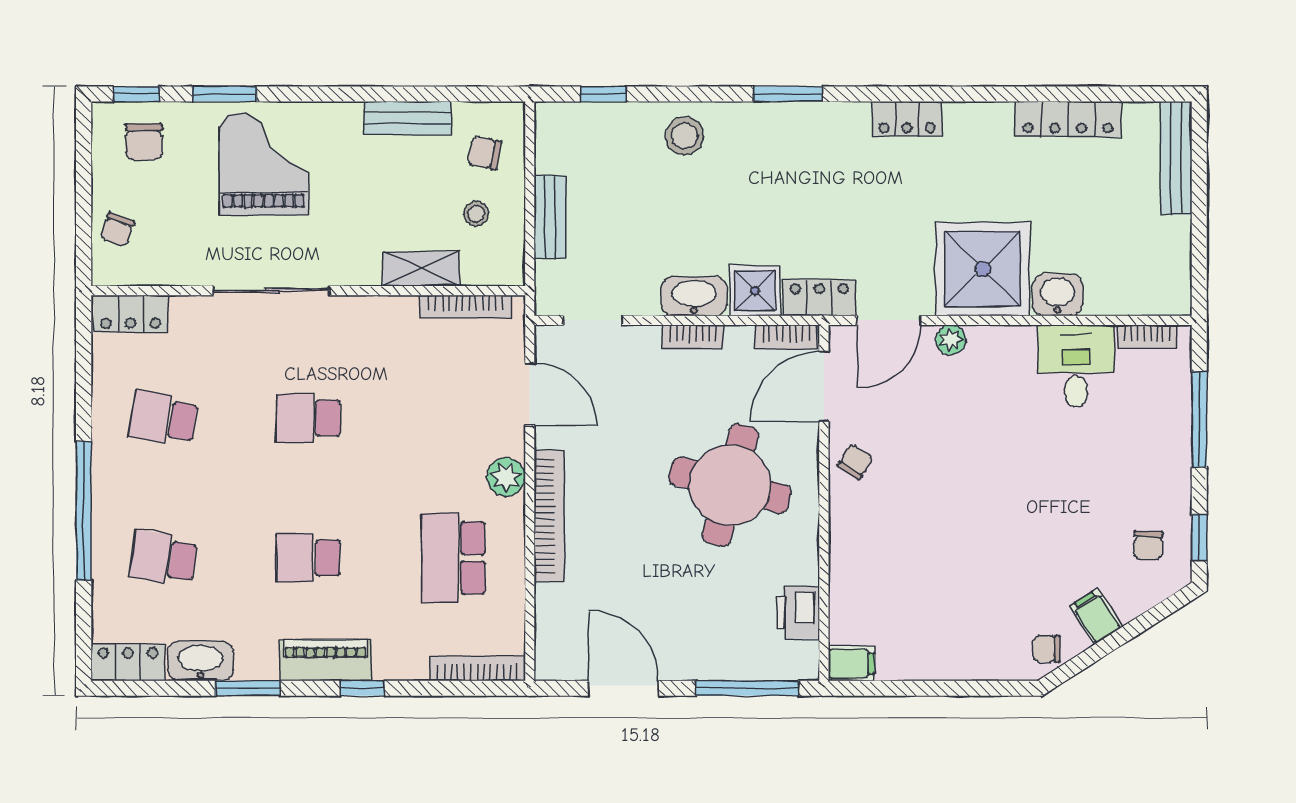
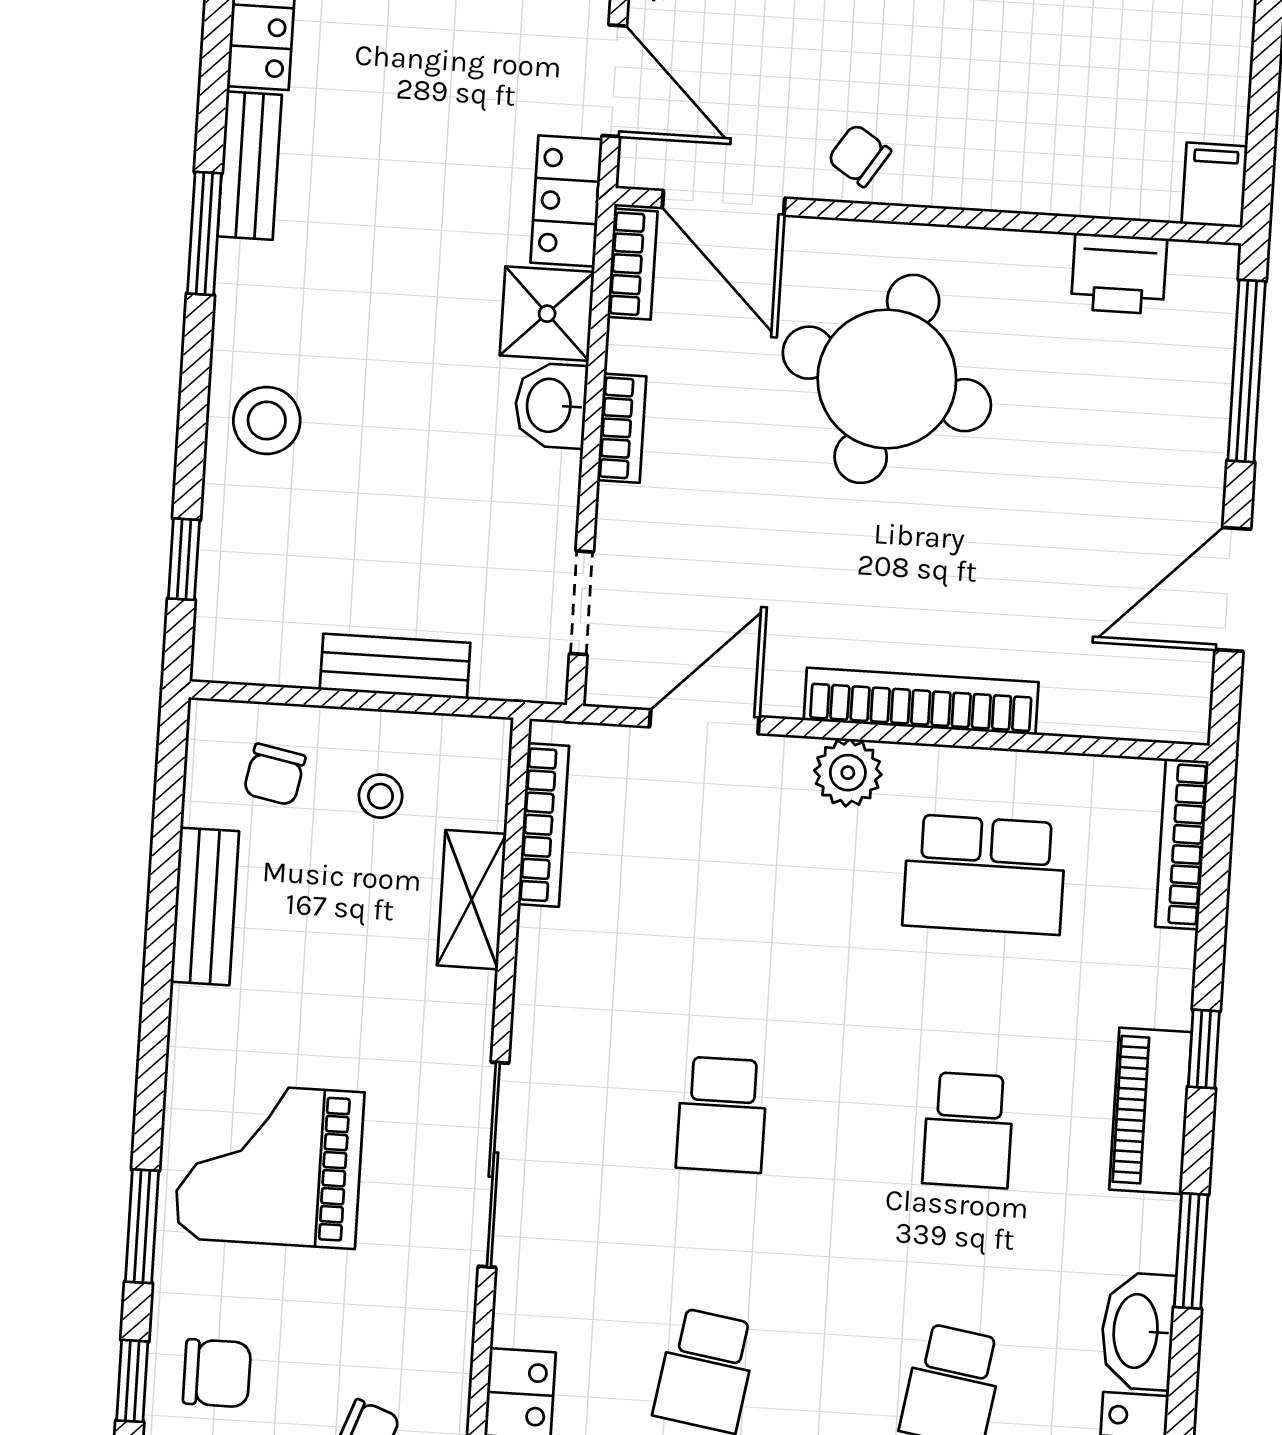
bench: (828, 117) -> (250, 166), added
washbasin: (694, 296) -> (551, 405), width x0.72

